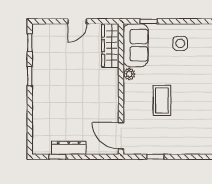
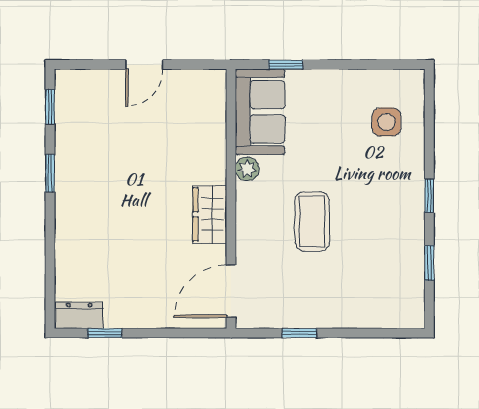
side table: (180, 43) -> (386, 122), moved
wardrobe: (110, 46) -> (210, 214), moved, width x0.67
door: (121, 136) -> (231, 291), hinge flipped
dresser: (69, 148) -> (79, 315), moved, width x0.70

